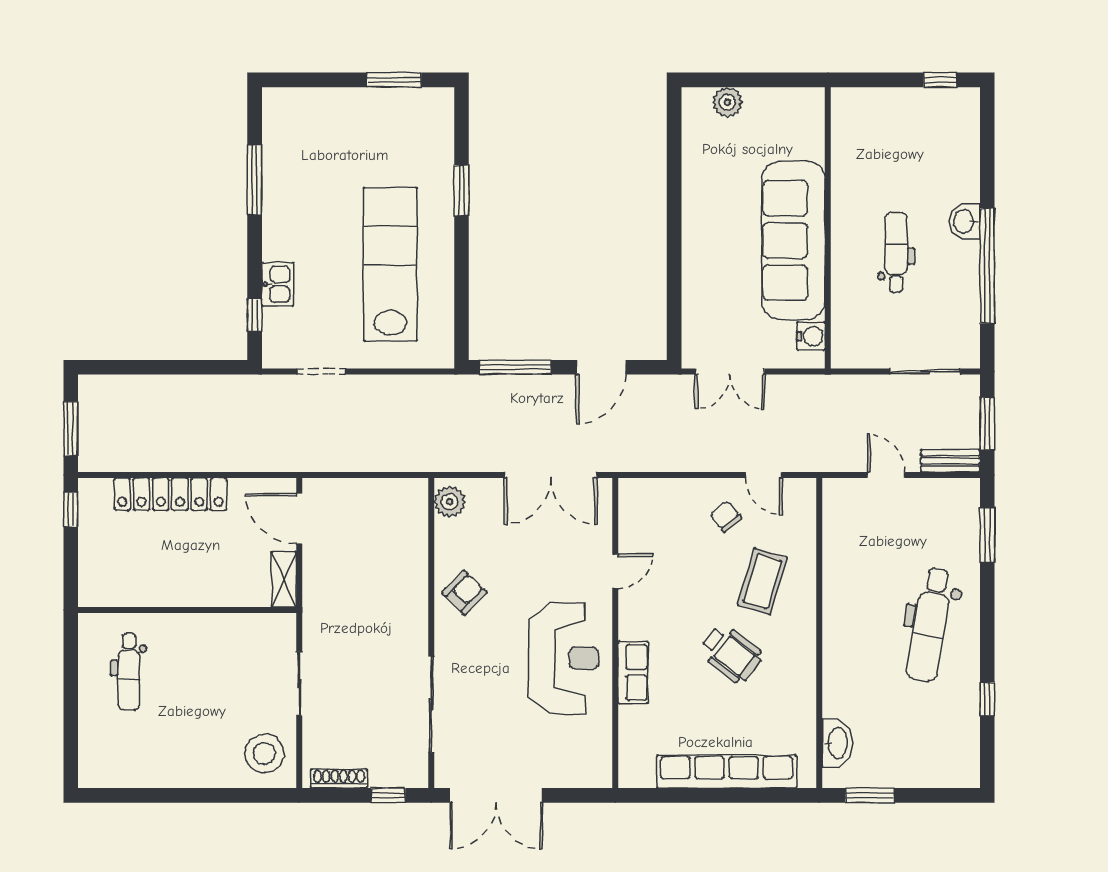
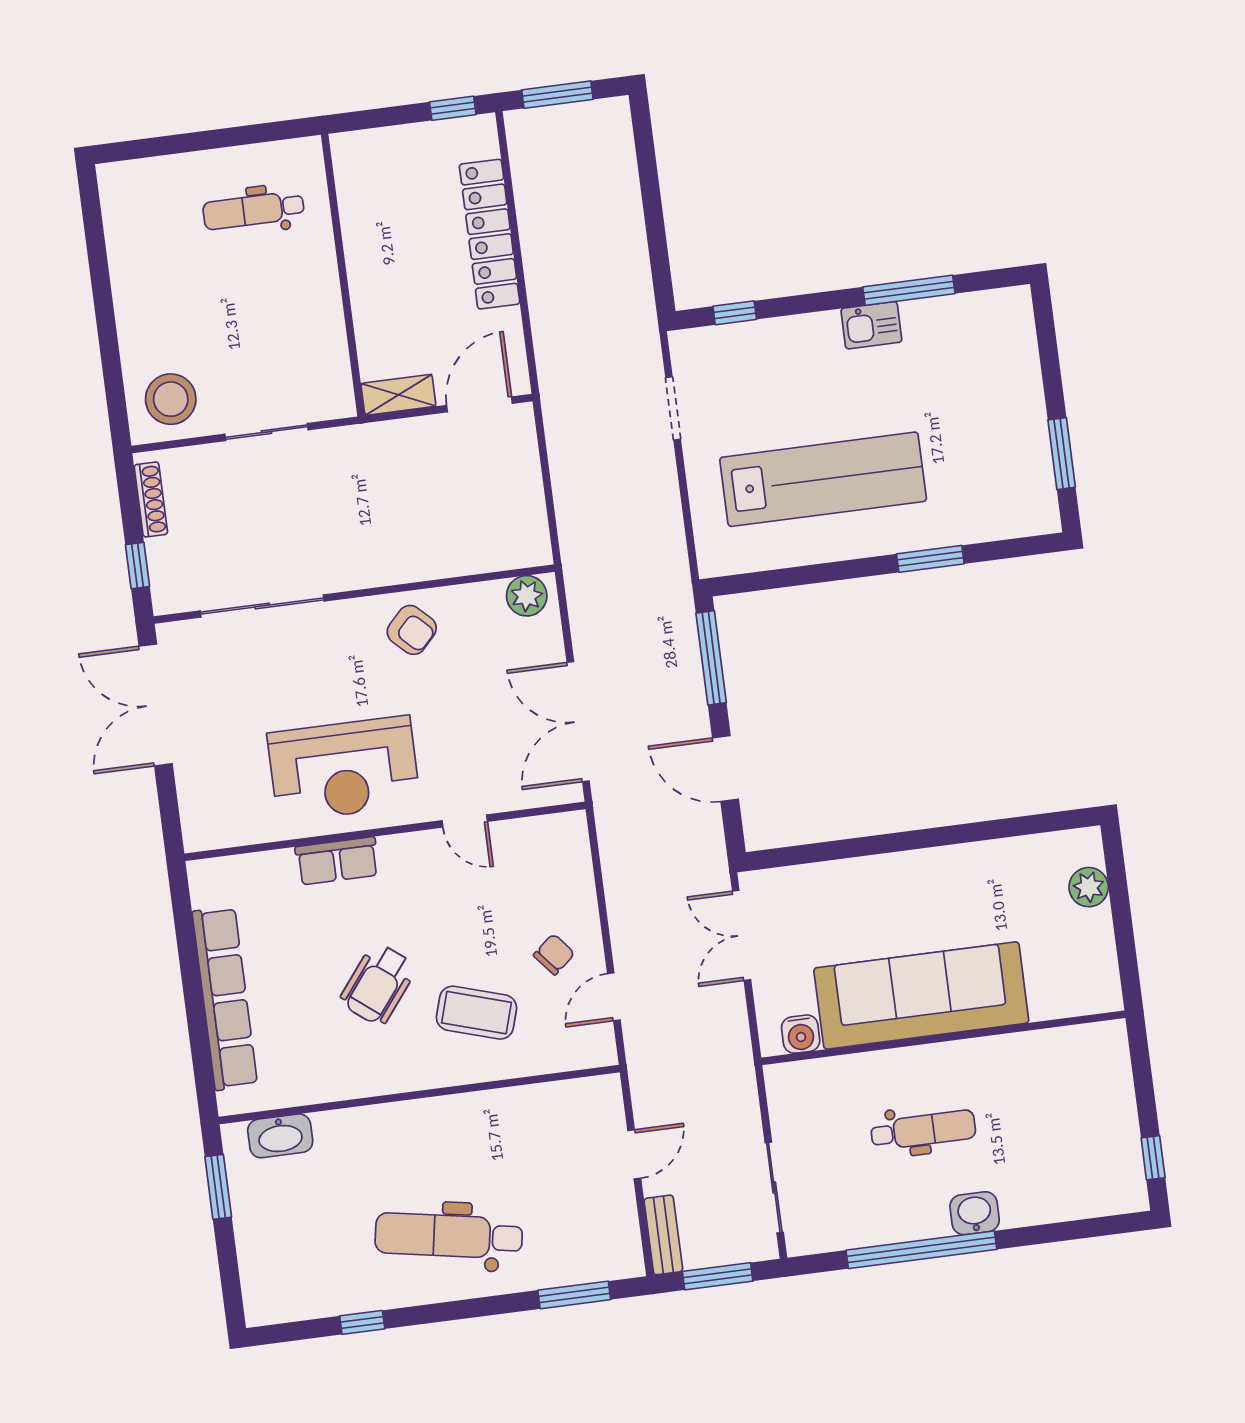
kitchen sink: (278, 284) -> (871, 325), moved

